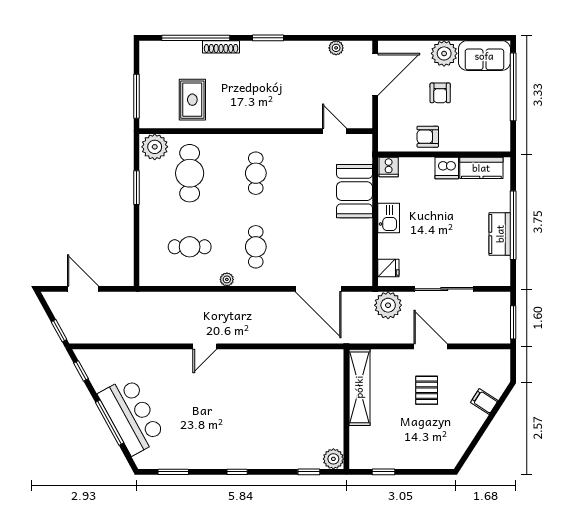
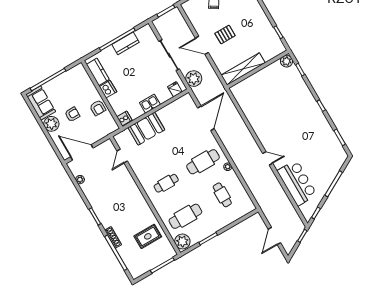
cafe table: (256, 247) -> (203, 162), width x1.37, depth x1.35
door: (430, 346) -> (202, 45), hinge flipped
bar counter: (131, 416) -> (297, 183), moved, turned 119

